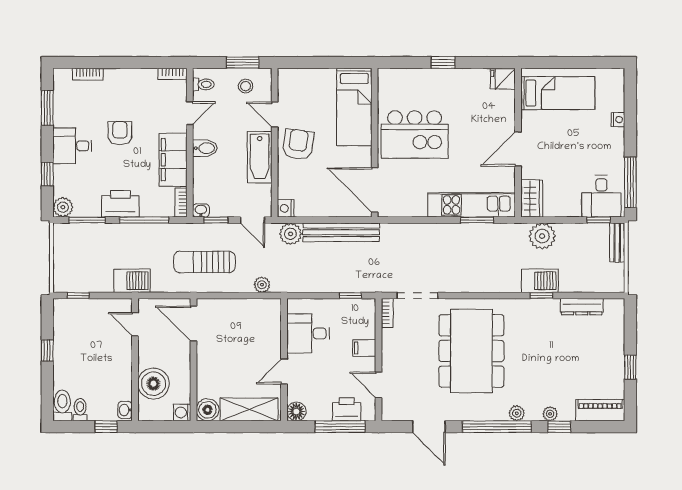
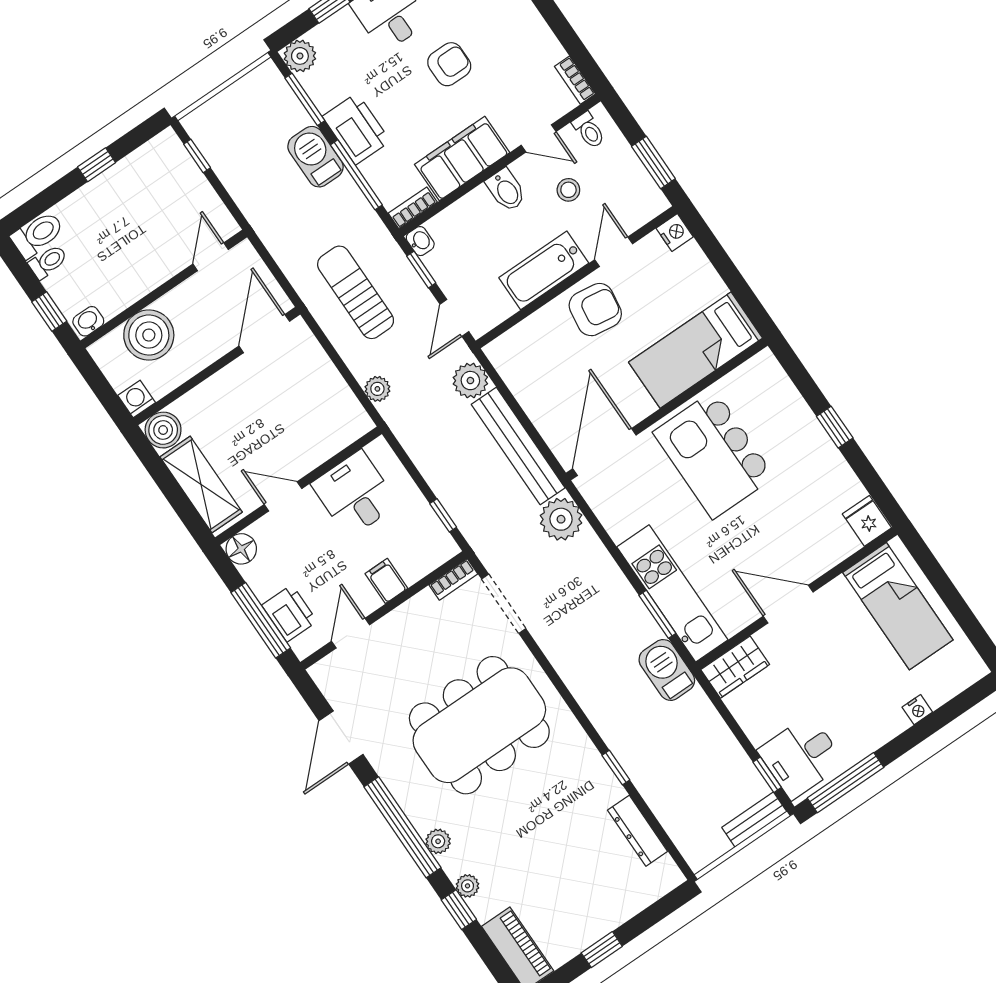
stool: (246, 86) -> (568, 190), moved
nightstand: (286, 208) -> (675, 233), moved, turned 90
plant: (542, 236) -> (561, 519), moved
barbecue: (132, 281) -> (315, 157), moved, turned 180
barbecue: (540, 281) -> (667, 670), moved, turned 180

